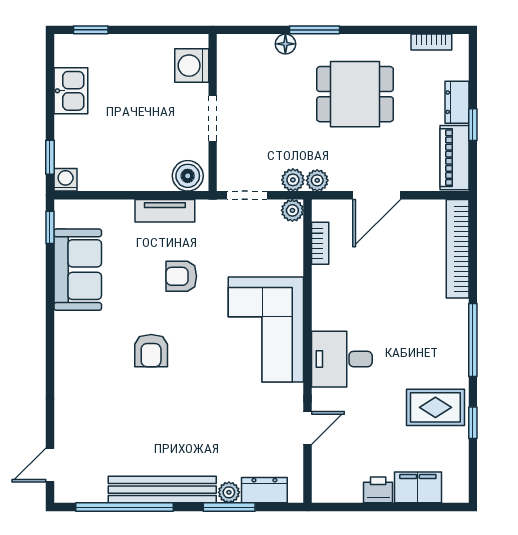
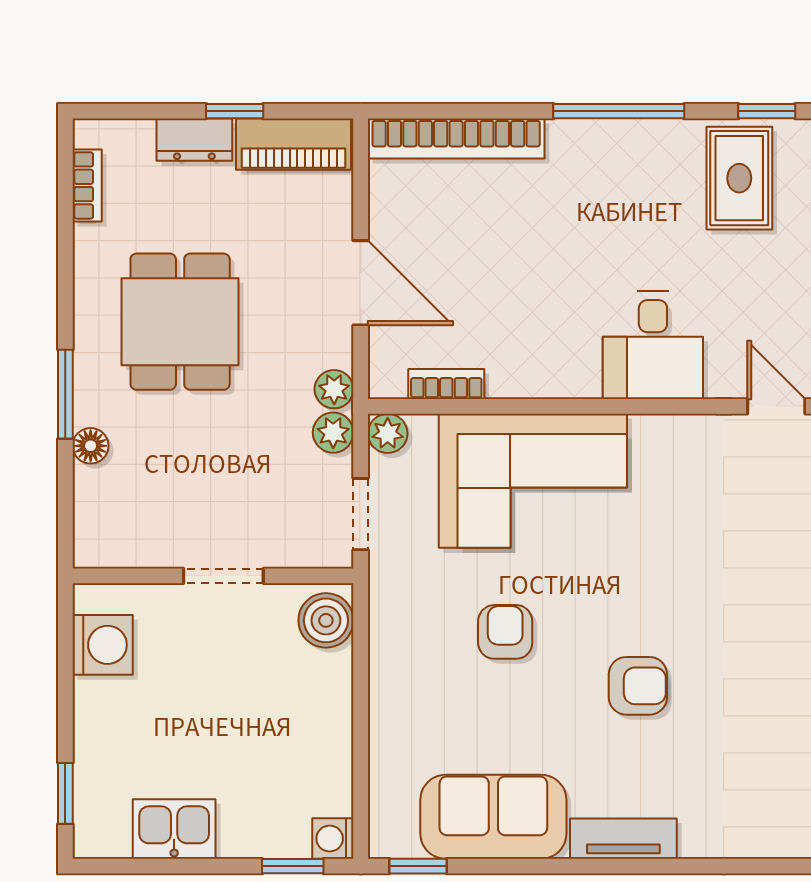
washing machine: (192, 66) -> (103, 645), moved, turned -90
tv unit: (165, 211) -> (623, 839), moved, turned -90
armchair: (181, 276) -> (505, 632), turned 180
corner sofa: (266, 330) -> (533, 481), moved

